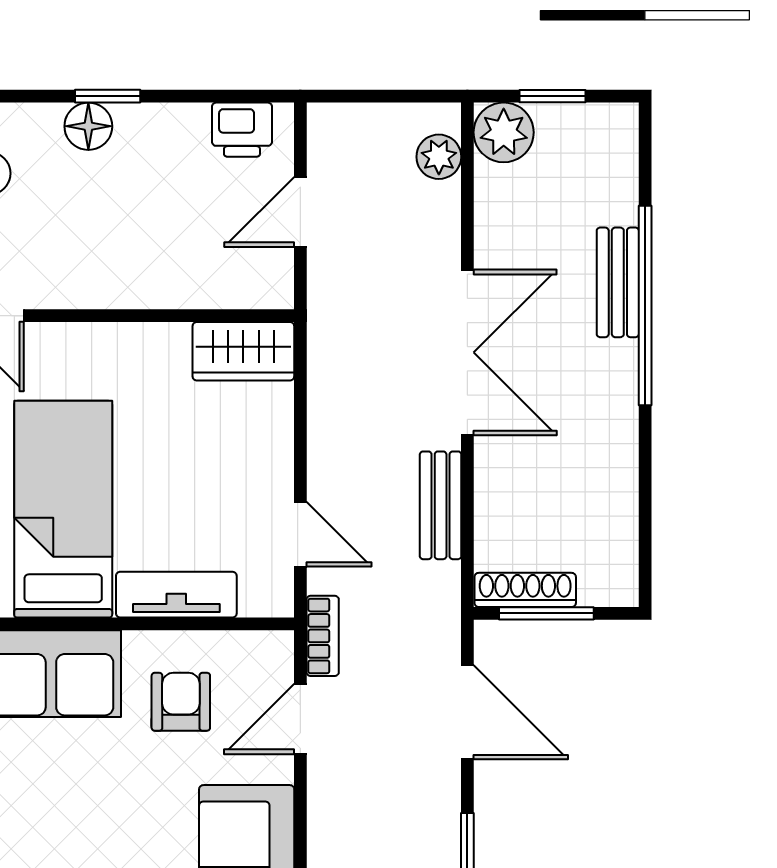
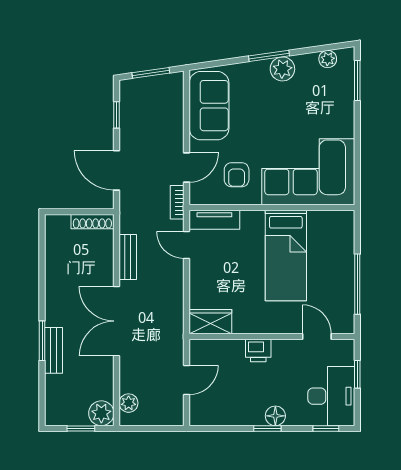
printer: (242, 130) -> (258, 351), moved, turned 180
window: (645, 306) -> (42, 341), width x0.47
tv unit: (176, 595) -> (214, 220), moved
window: (546, 613) -> (83, 212), removed

